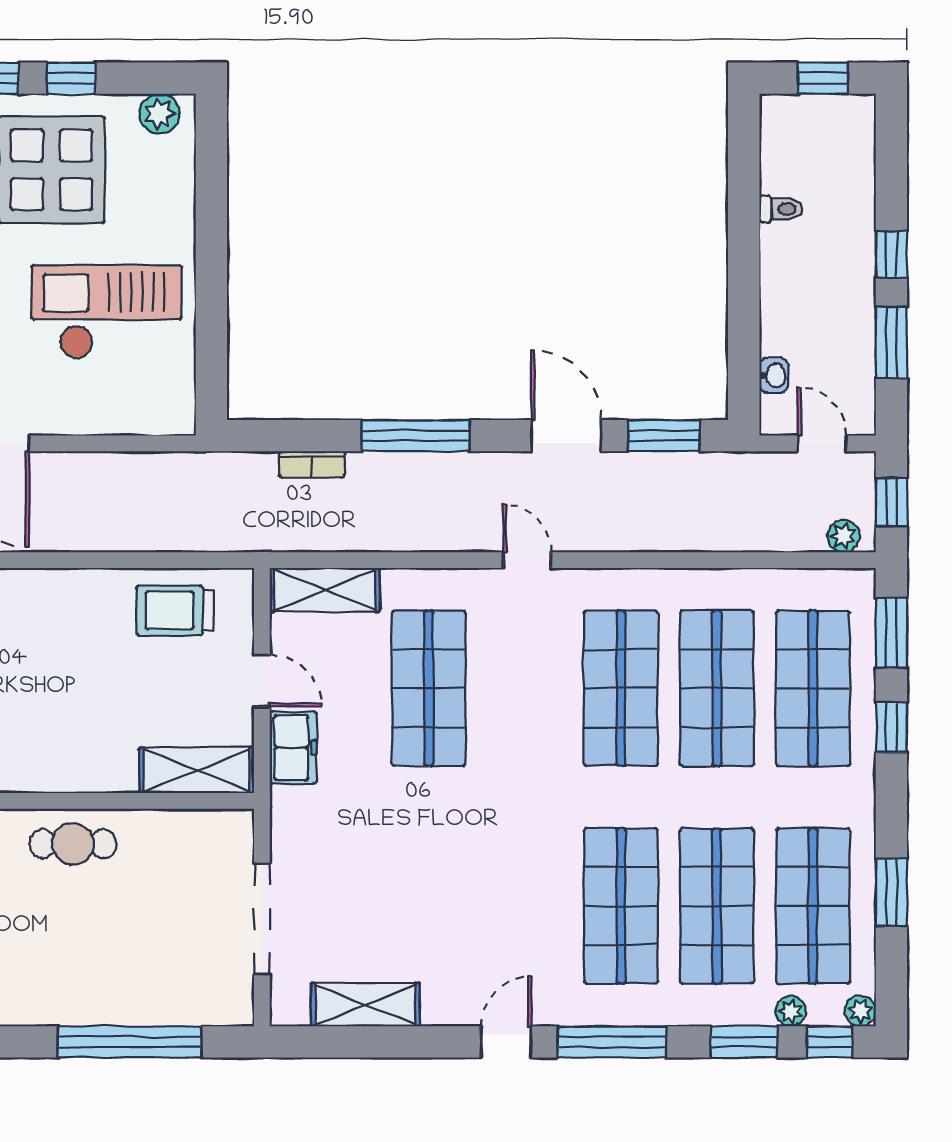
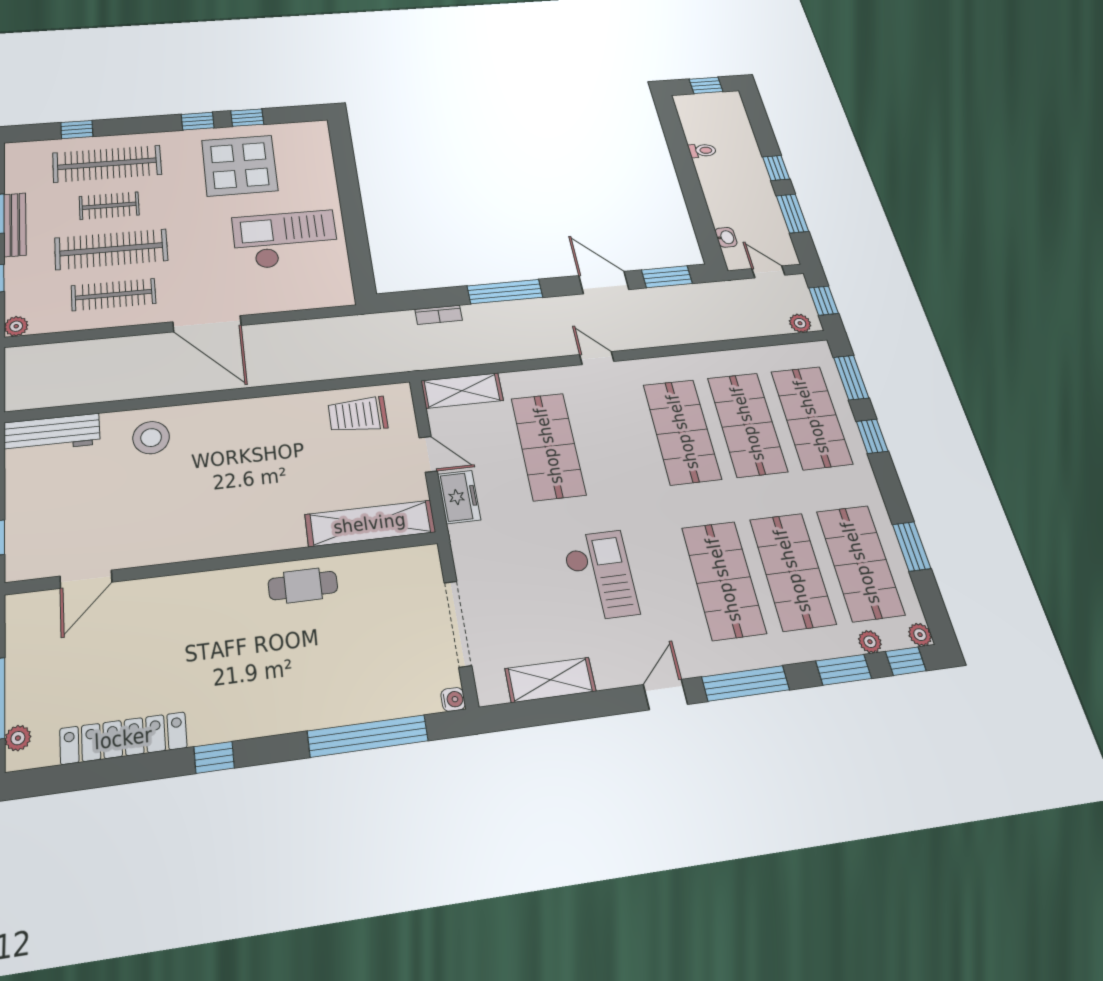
plant: (160, 114) -> (306, 131), removed
shelving: (197, 770) -> (370, 523), width x1.47
checkout: (459, 879) -> (600, 575), added
water cooler: (240, 1012) -> (453, 699), added

